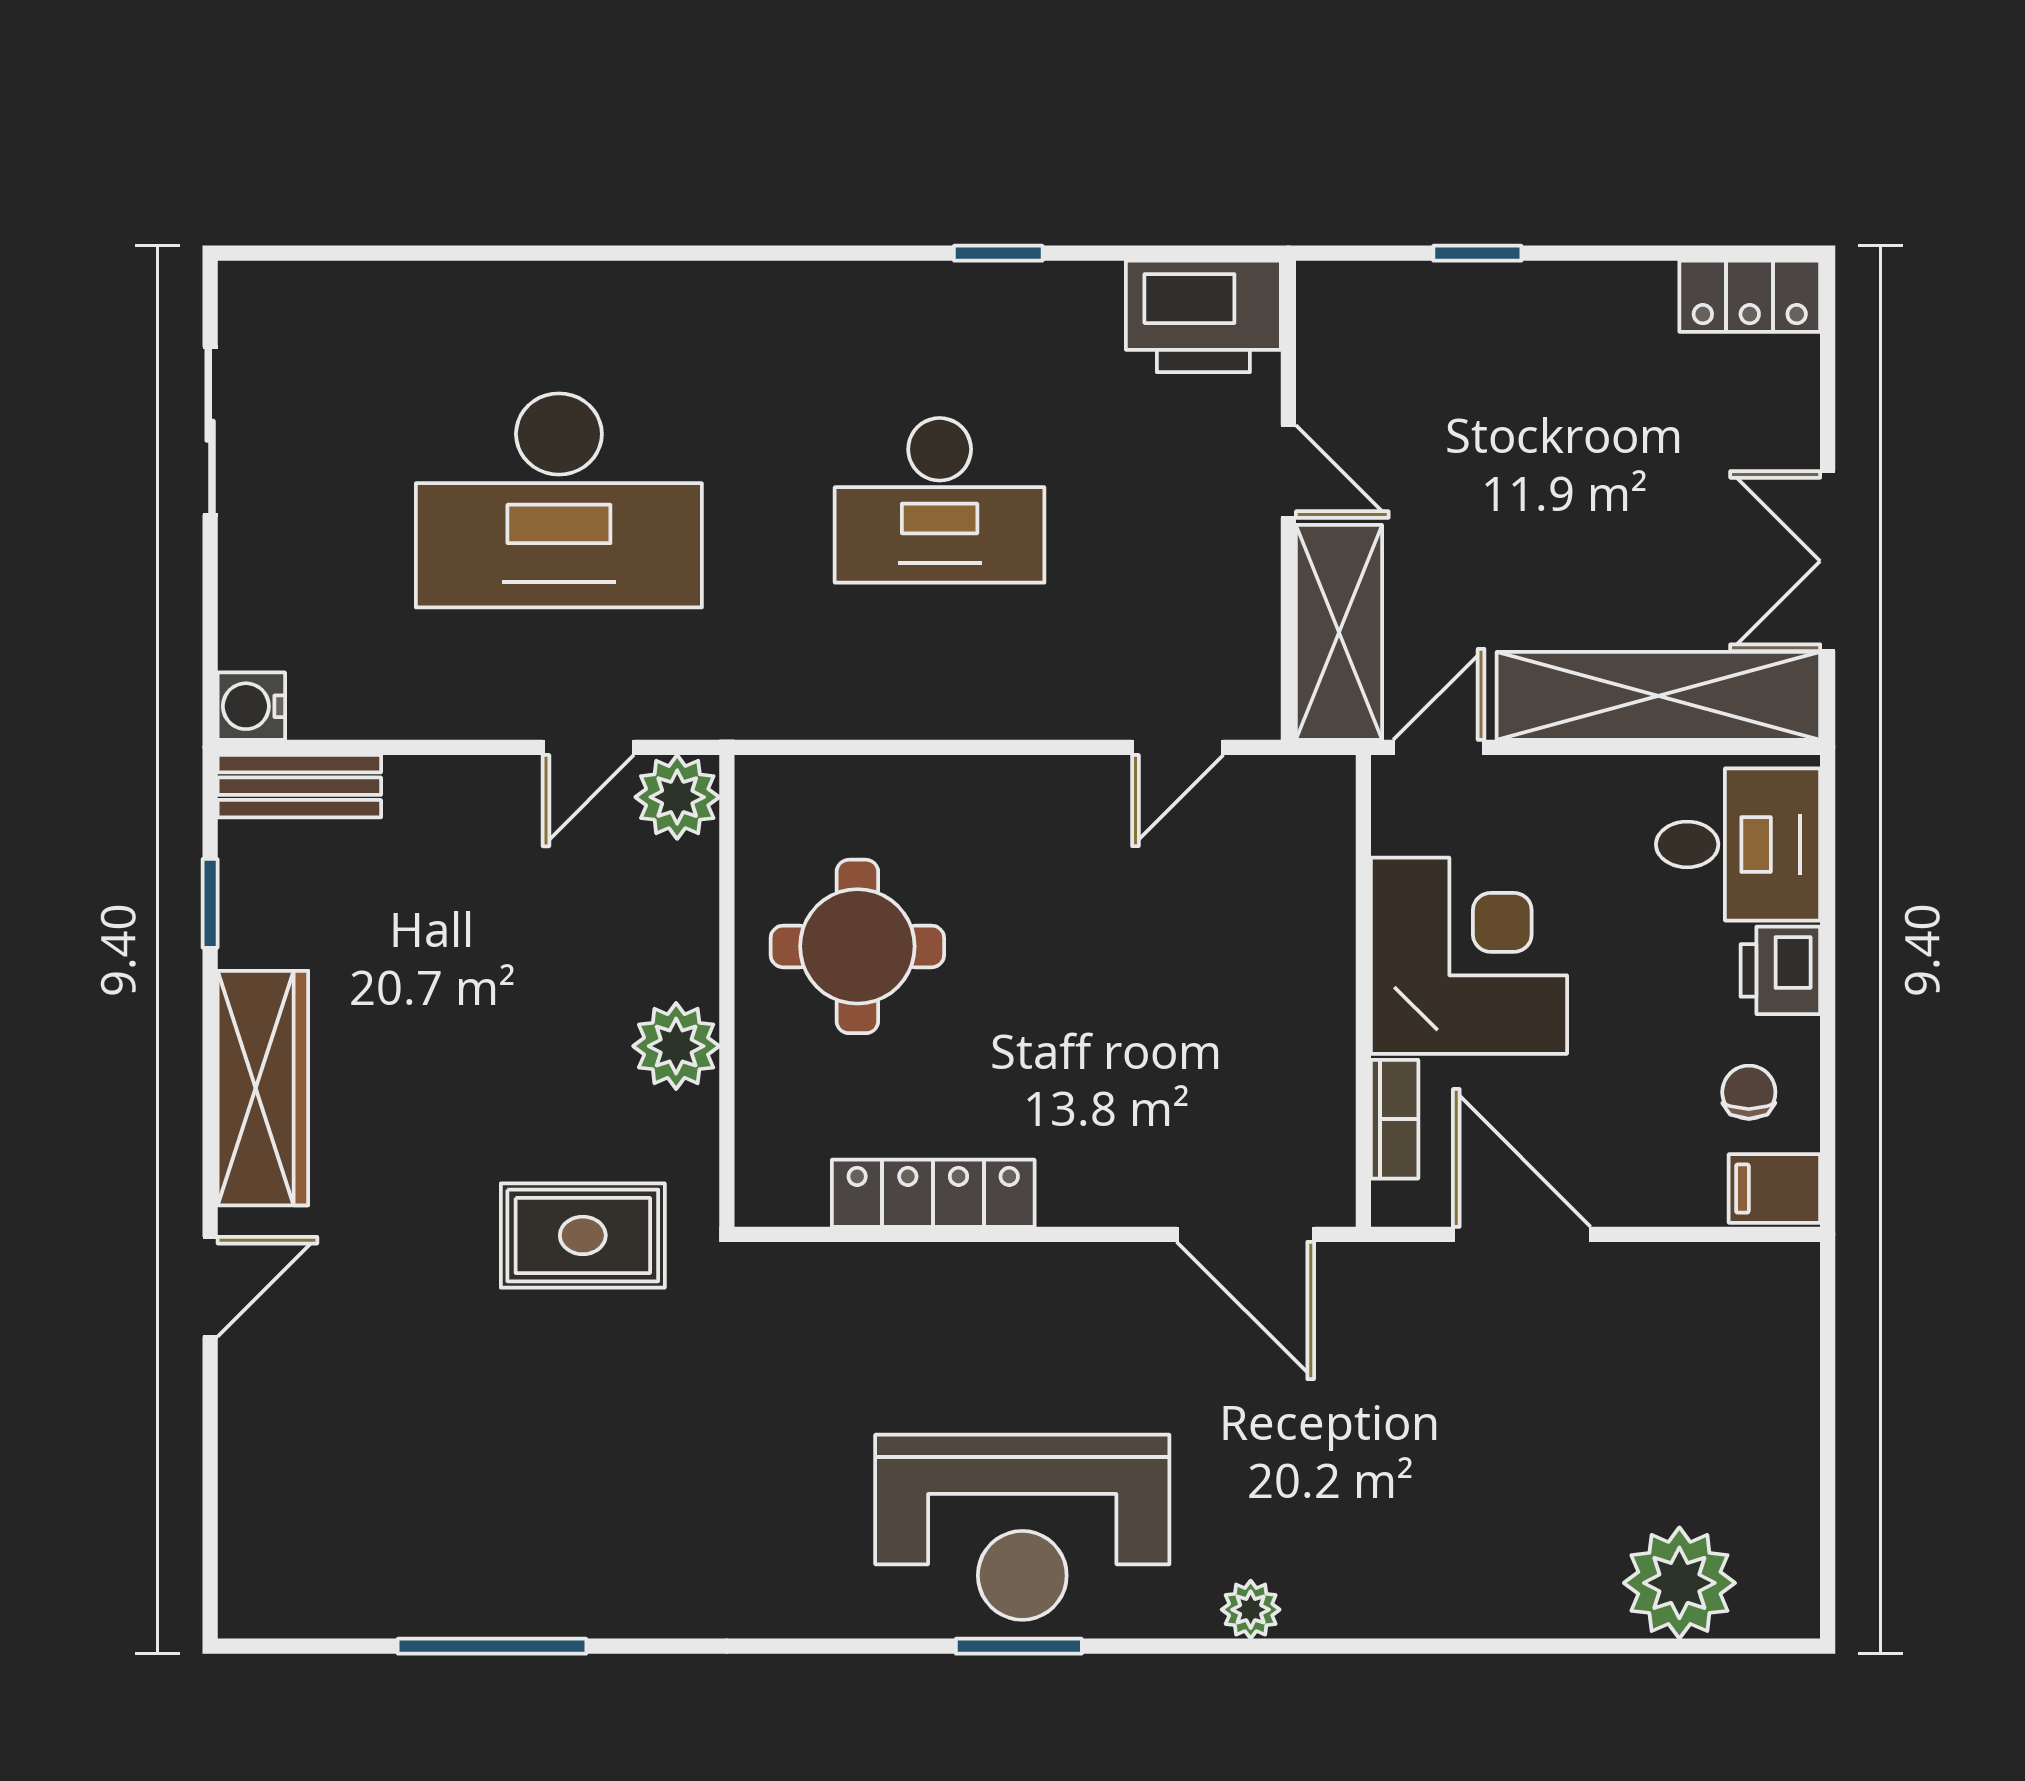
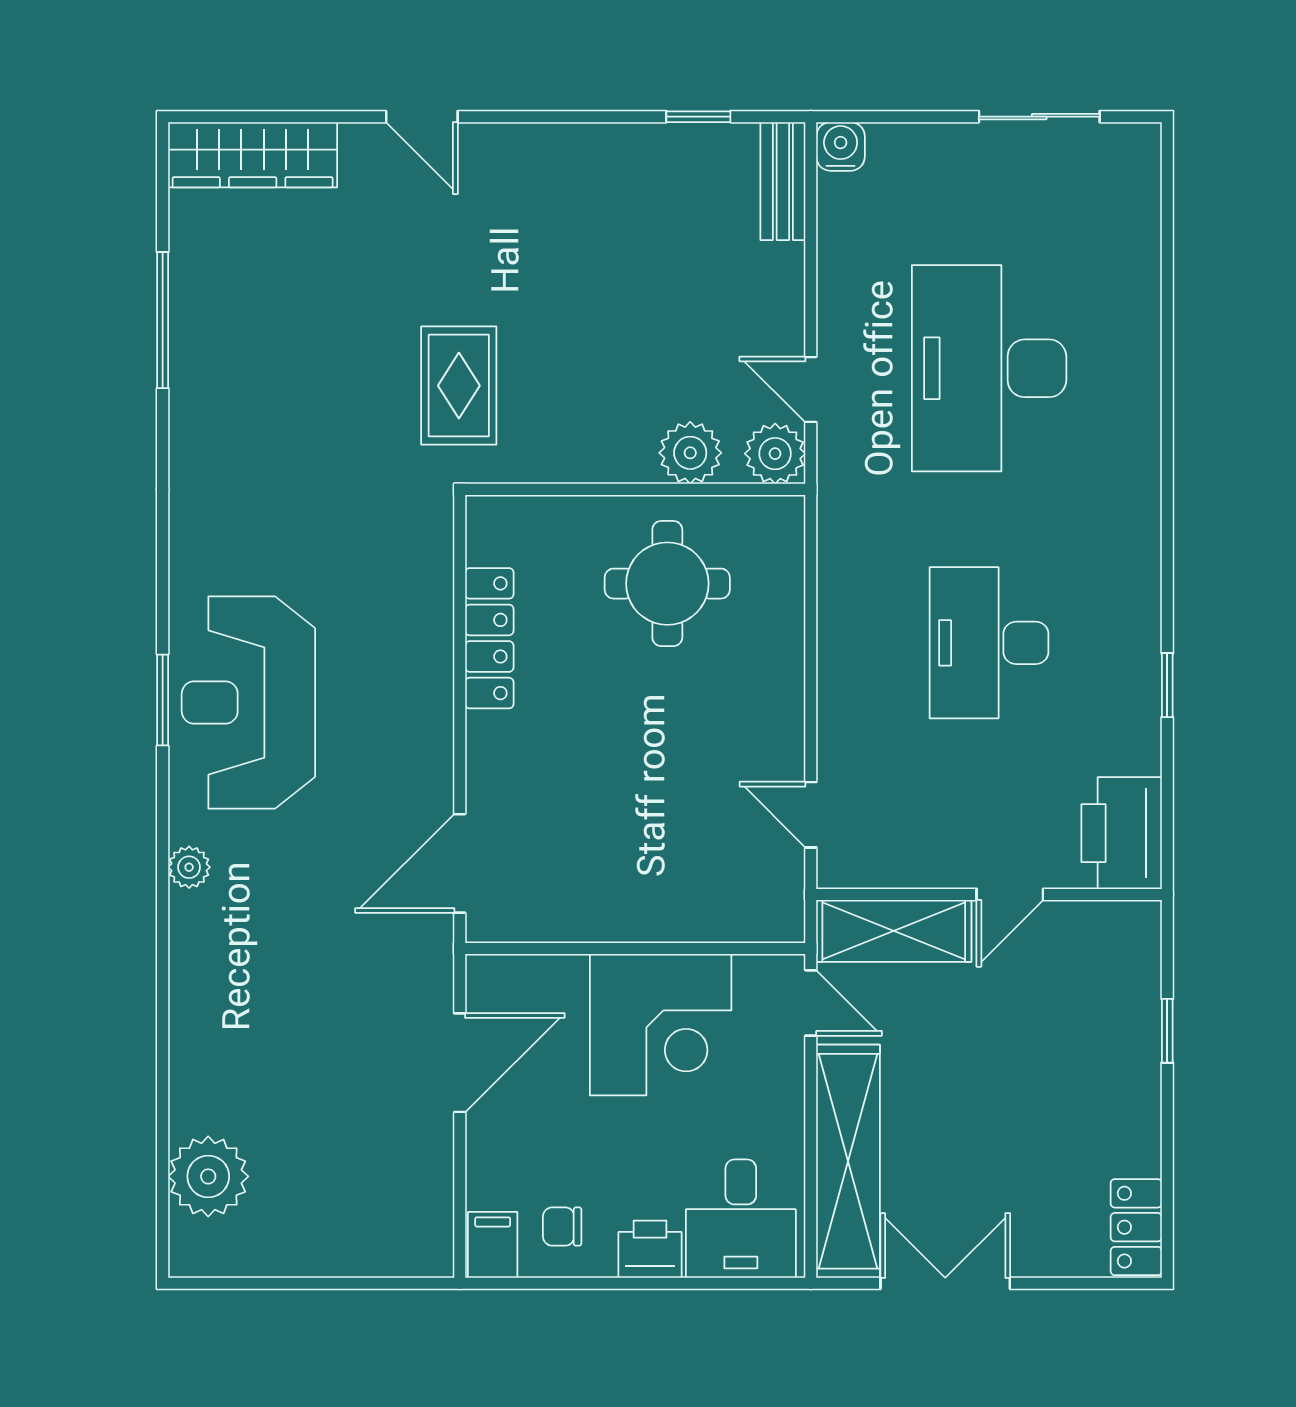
plant: (676, 1046) -> (690, 453), moved
wardrobe: (263, 1088) -> (253, 155), moved
chair: (1749, 1092) -> (562, 1227), turned 180
bookcase: (1395, 1119) -> (543, 971), removed

